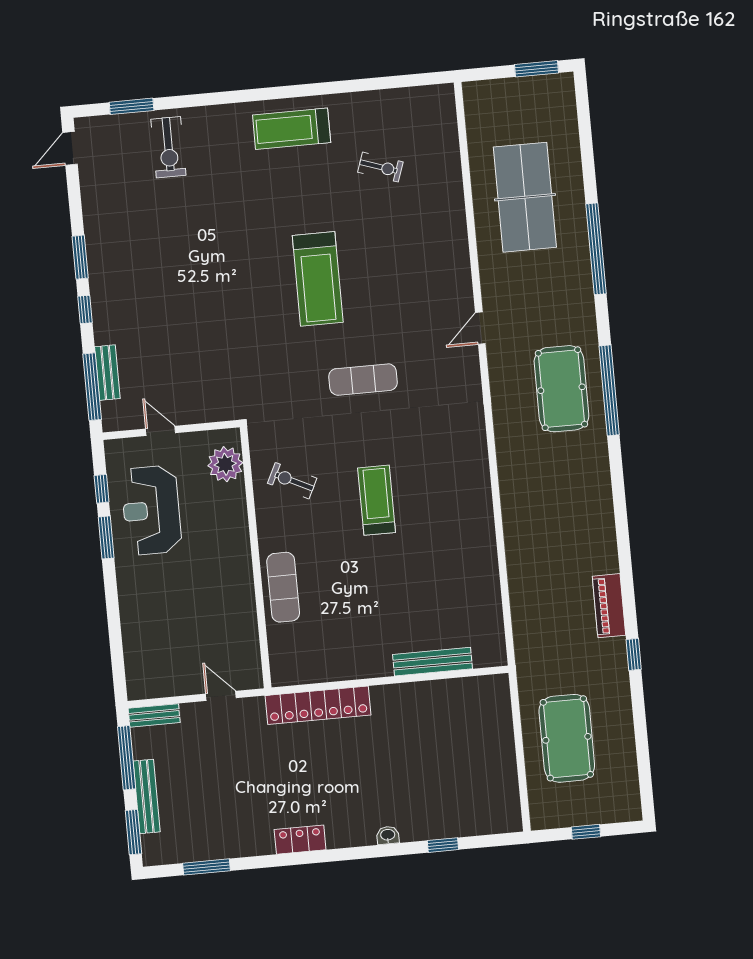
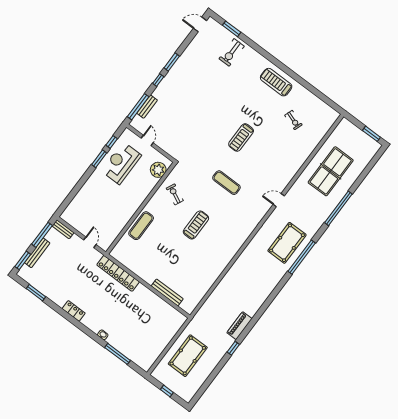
treadmill: (318, 279) -> (241, 137), width x0.73, depth x0.73
window: (443, 845) -> (118, 354), width x2.17

